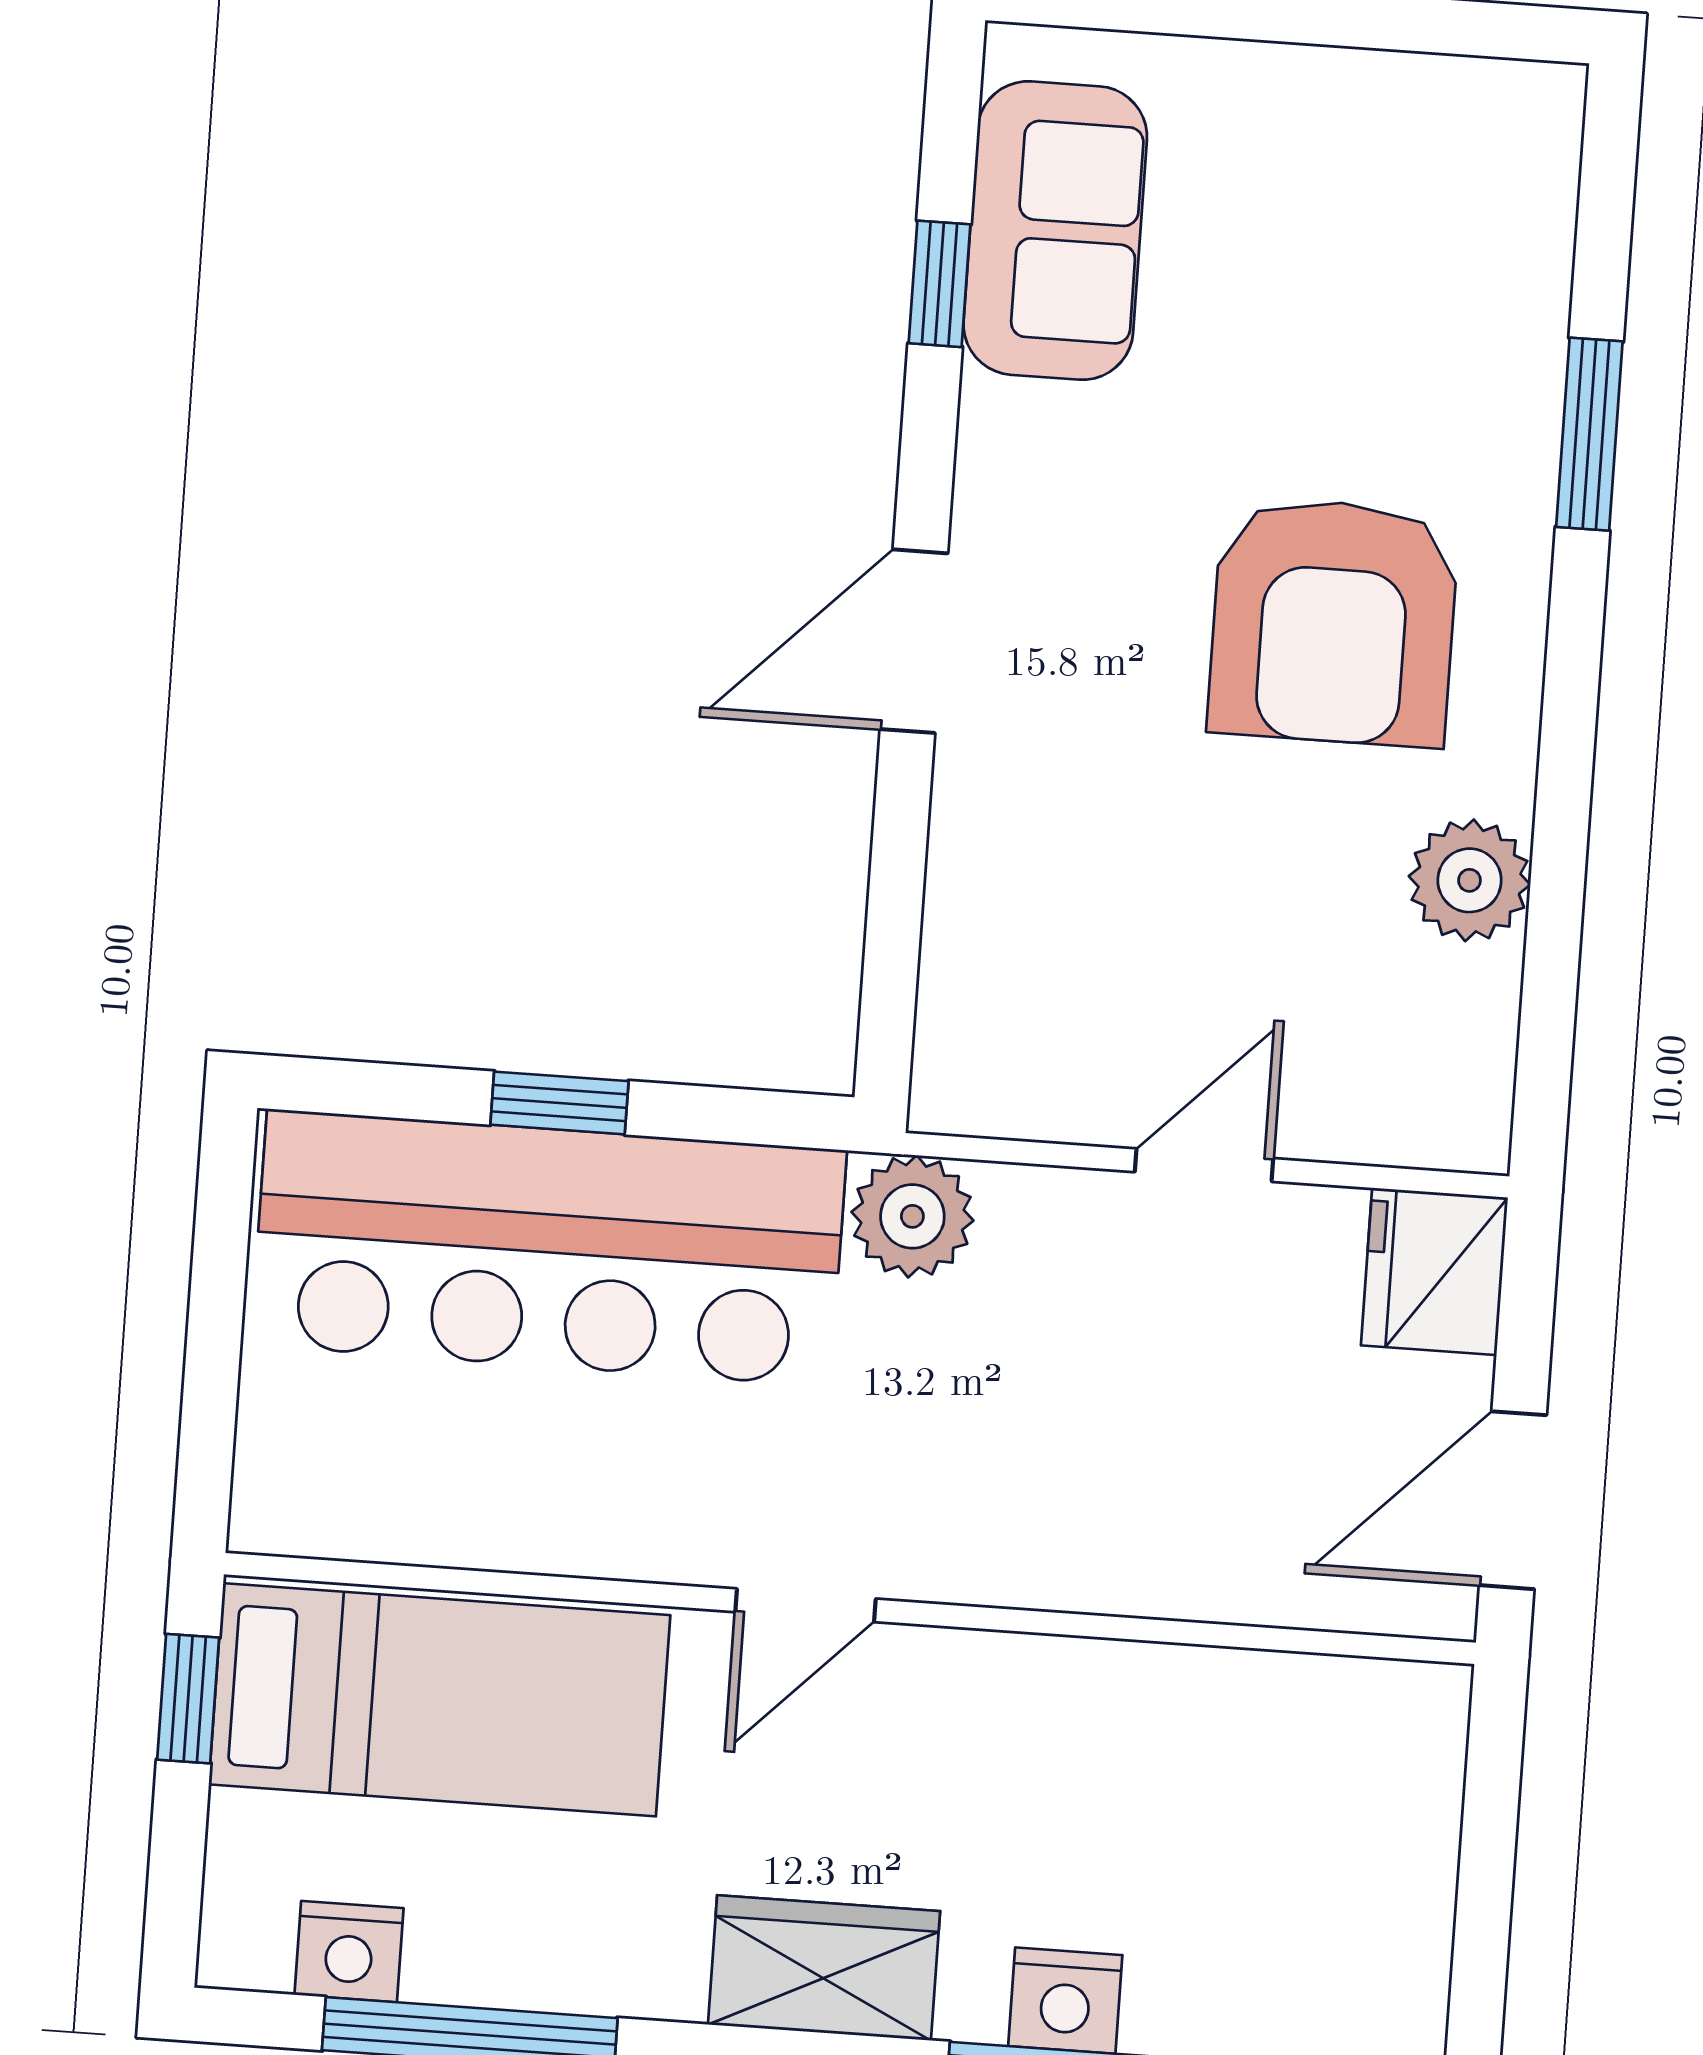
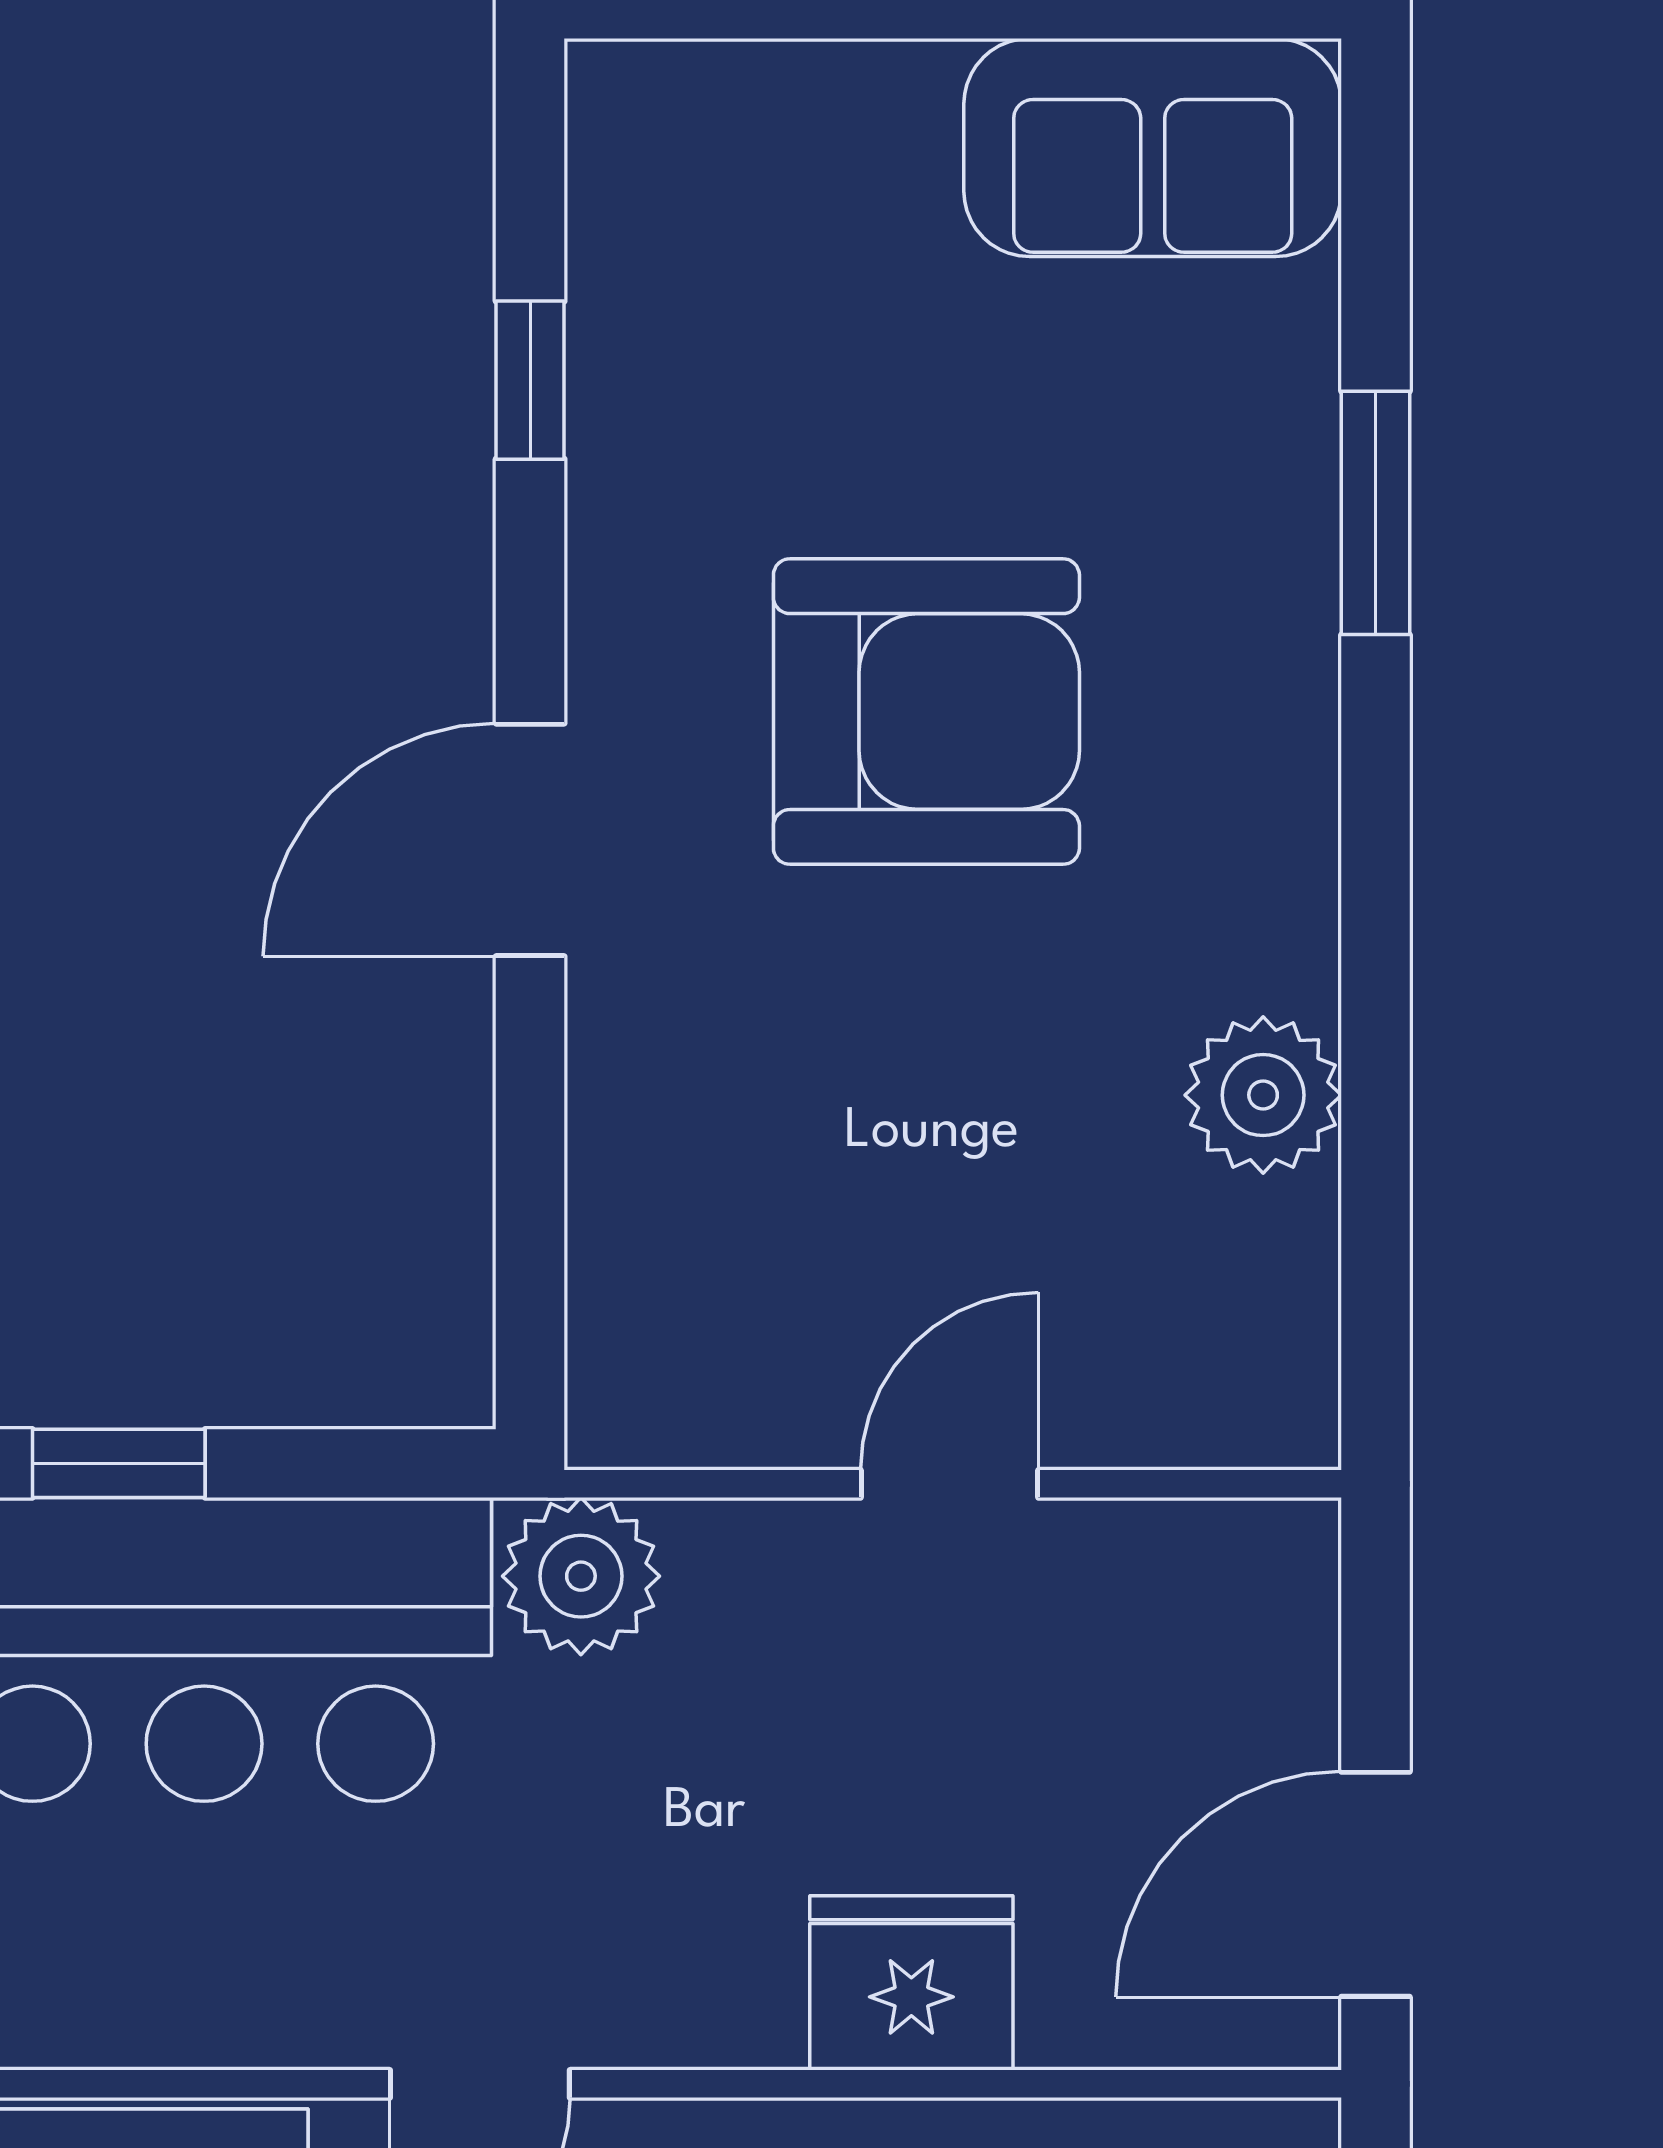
sofa: (1055, 231) -> (1153, 147), moved, turned 90
armchair: (1333, 622) -> (926, 712), moved, turned -90
fridge: (1434, 1272) -> (911, 1983), moved, turned 90

